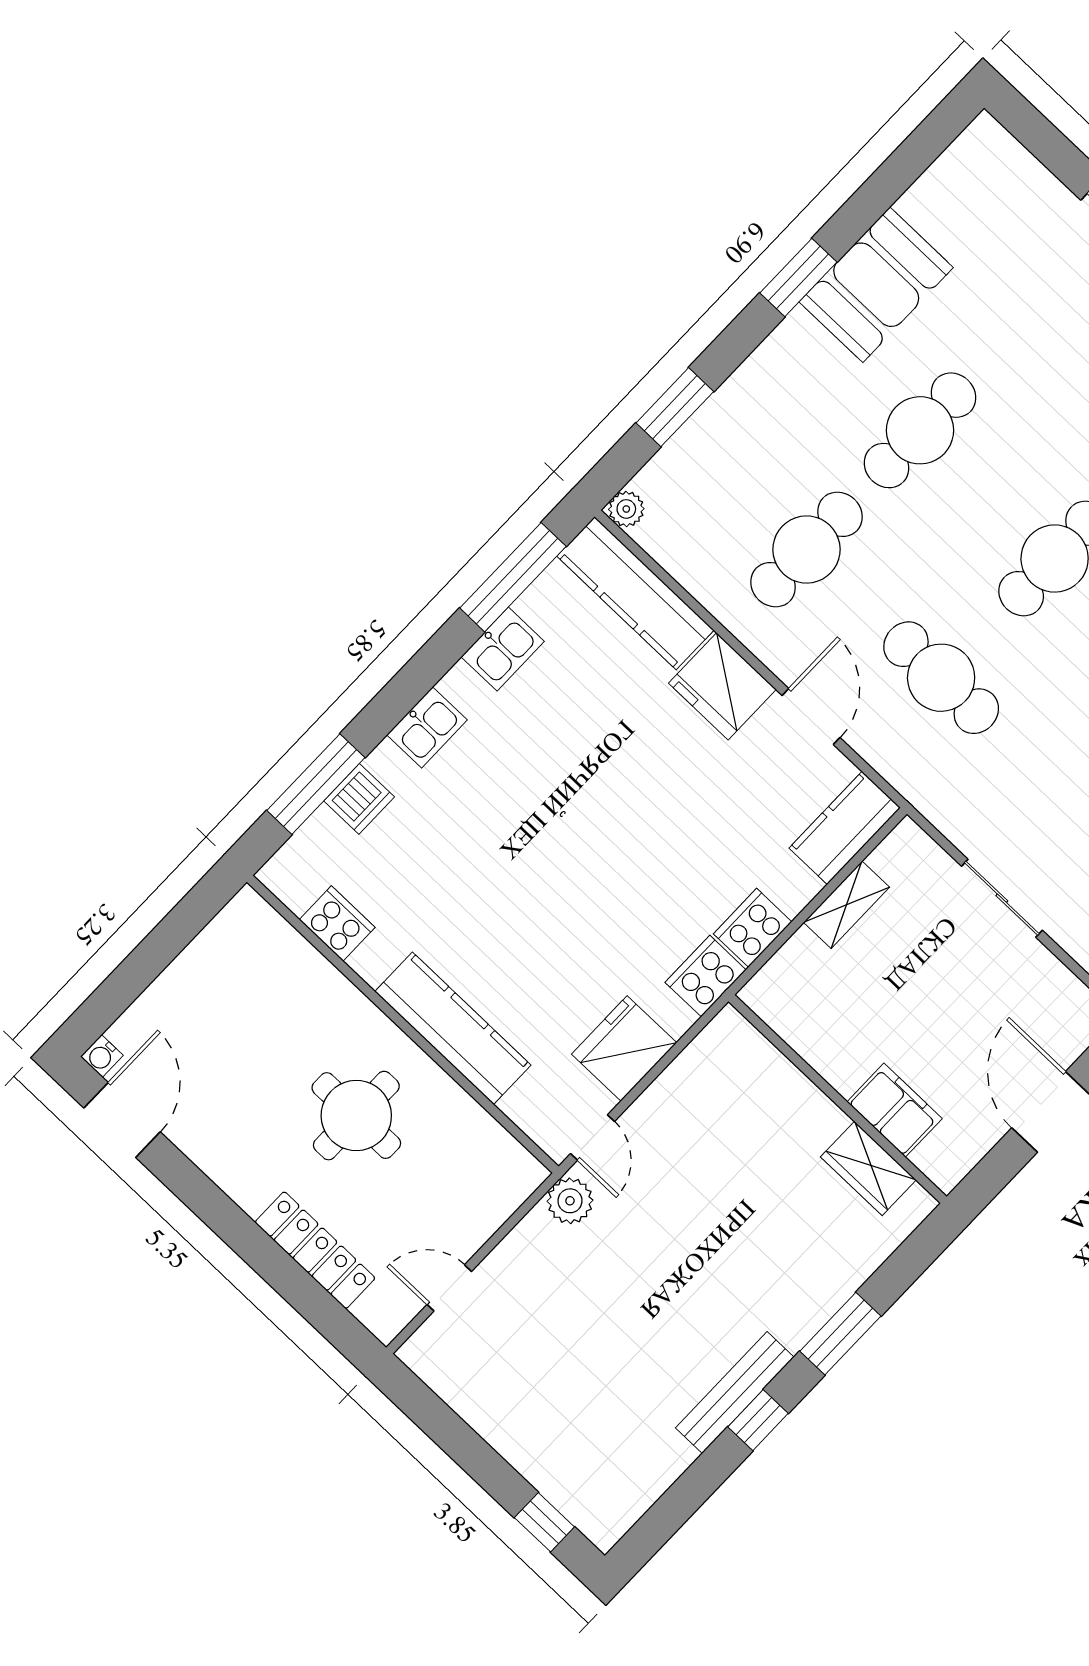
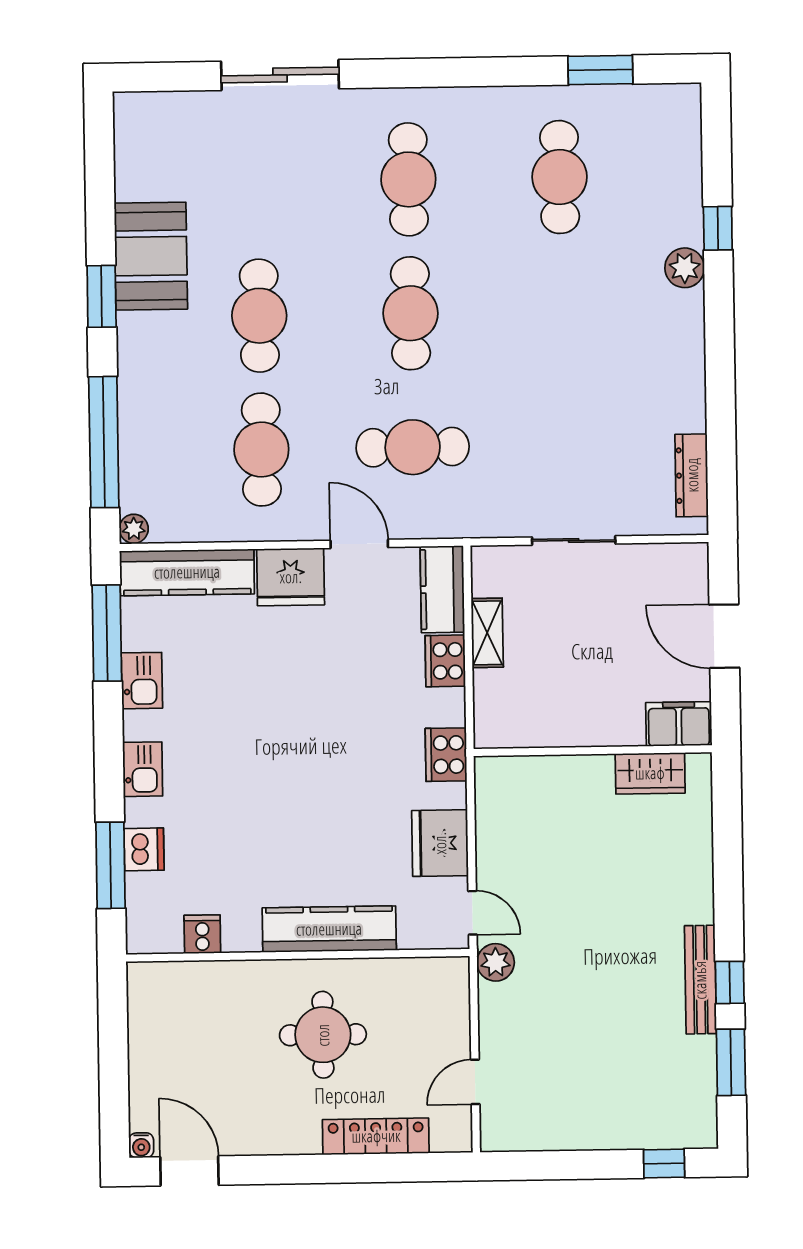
window: (675, 407) -> (104, 442), width x2.11
cooker: (337, 924) -> (202, 934), width x0.73
cooker: (753, 928) -> (445, 661), moved
filing cabinet: (895, 1110) -> (679, 724), moved
window: (840, 1334) -> (731, 1062), moved

